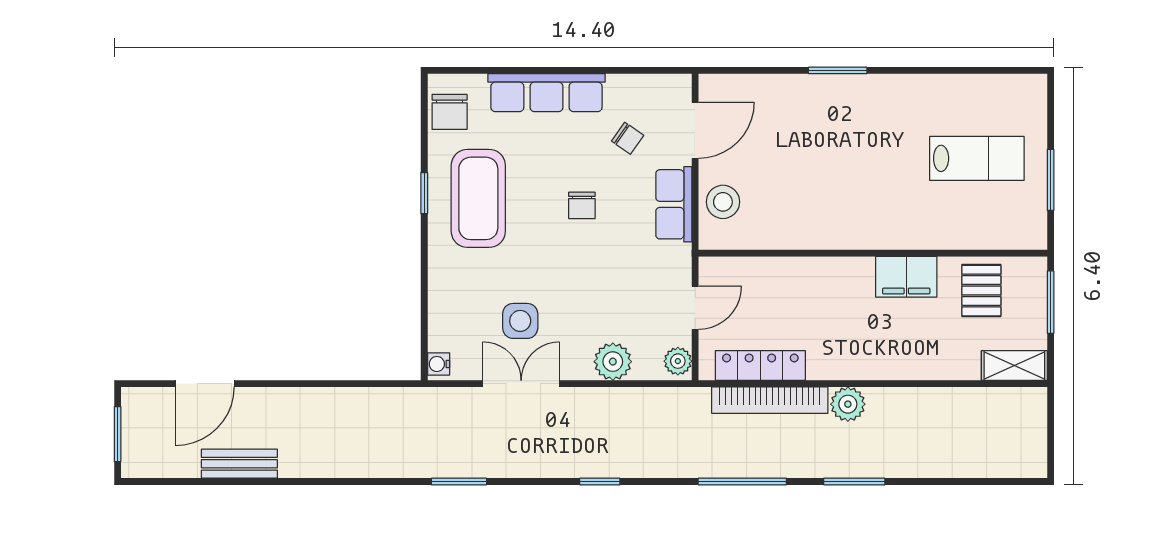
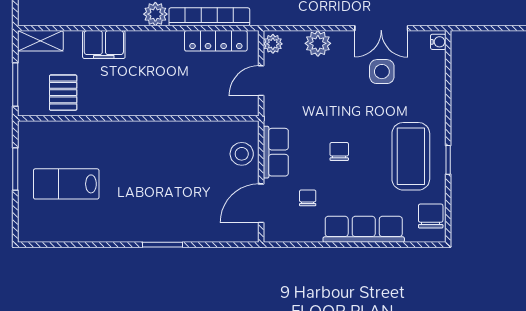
chair: (628, 138) -> (308, 198), turned 55
filing cabinet: (906, 277) -> (104, 45), moved, turned 180

